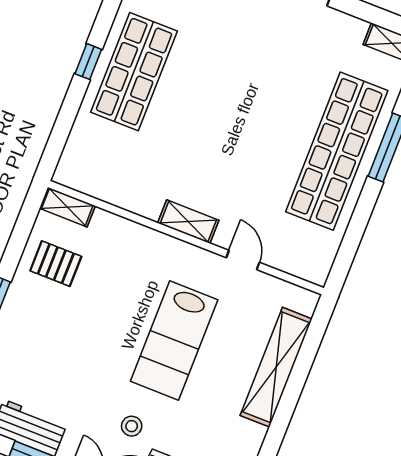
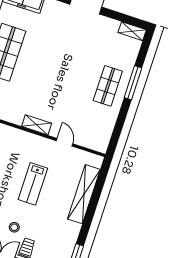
shop shelf: (337, 151) -> (108, 86), width x0.50, depth x0.74
lab bench: (174, 341) -> (33, 184), width x0.73, depth x0.72

